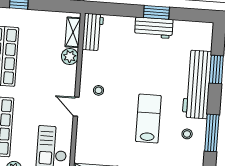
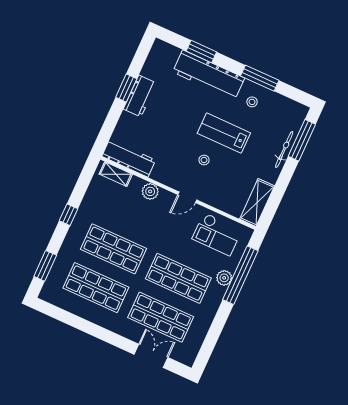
workbench: (93, 32) -> (129, 158), width x1.37
plant: (70, 57) -> (150, 191), moved
stool: (99, 90) -> (204, 160), moved

